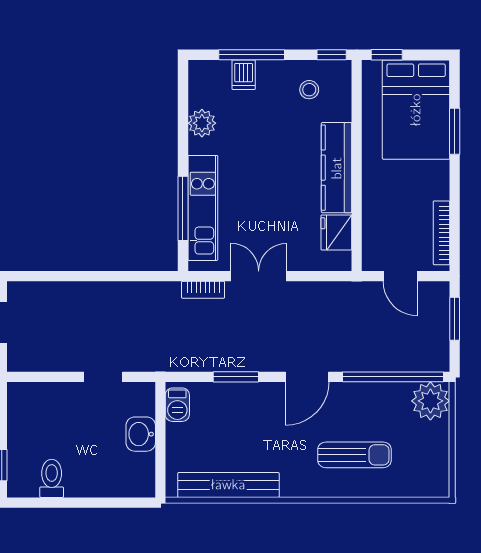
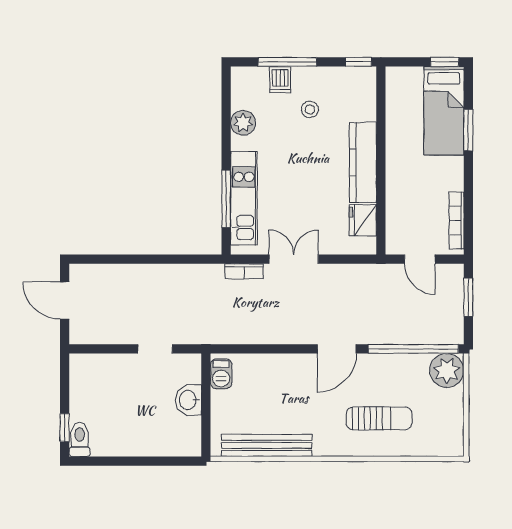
window: (387, 55) -> (445, 62), moved
stool: (309, 90) -> (310, 109), moved
bed: (416, 110) -> (444, 111), width x0.67
window: (236, 377) -> (273, 349), removed
toilet: (52, 478) -> (80, 439), moved

